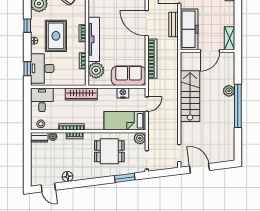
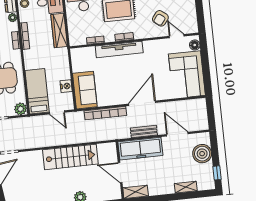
plant: (96, 70) -> (87, 55), removed
wardrobe: (81, 94) -> (59, 30), moved

